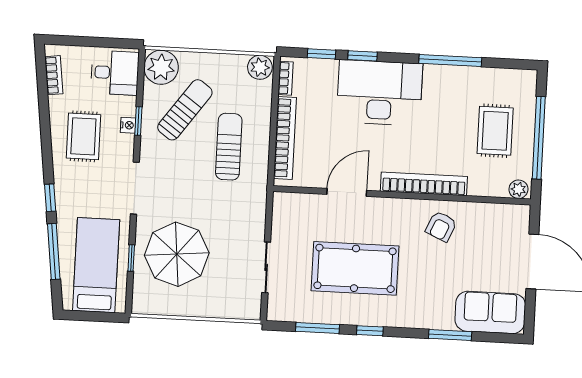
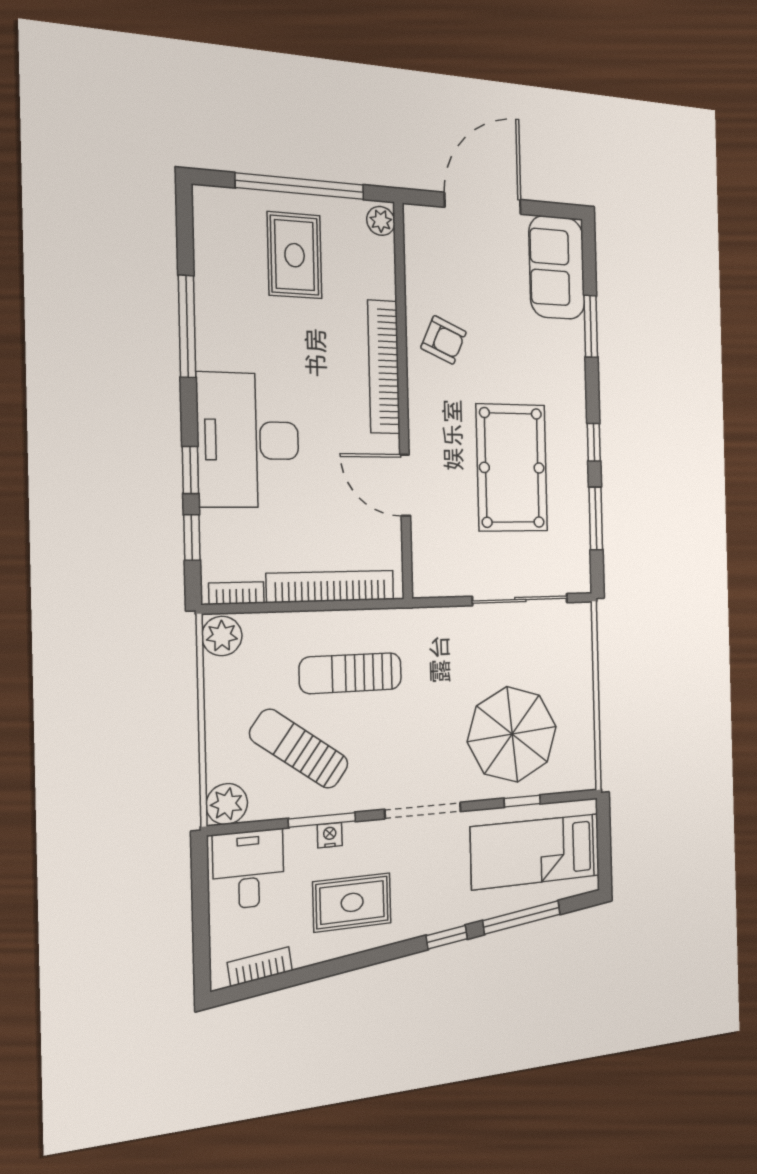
plant: (161, 67) -> (227, 804), width x0.73, depth x0.73
window: (138, 121) -> (322, 820), width x1.50
rug: (495, 131) -> (295, 255), turned 90
sliding door: (266, 267) -> (520, 600), width x1.37

